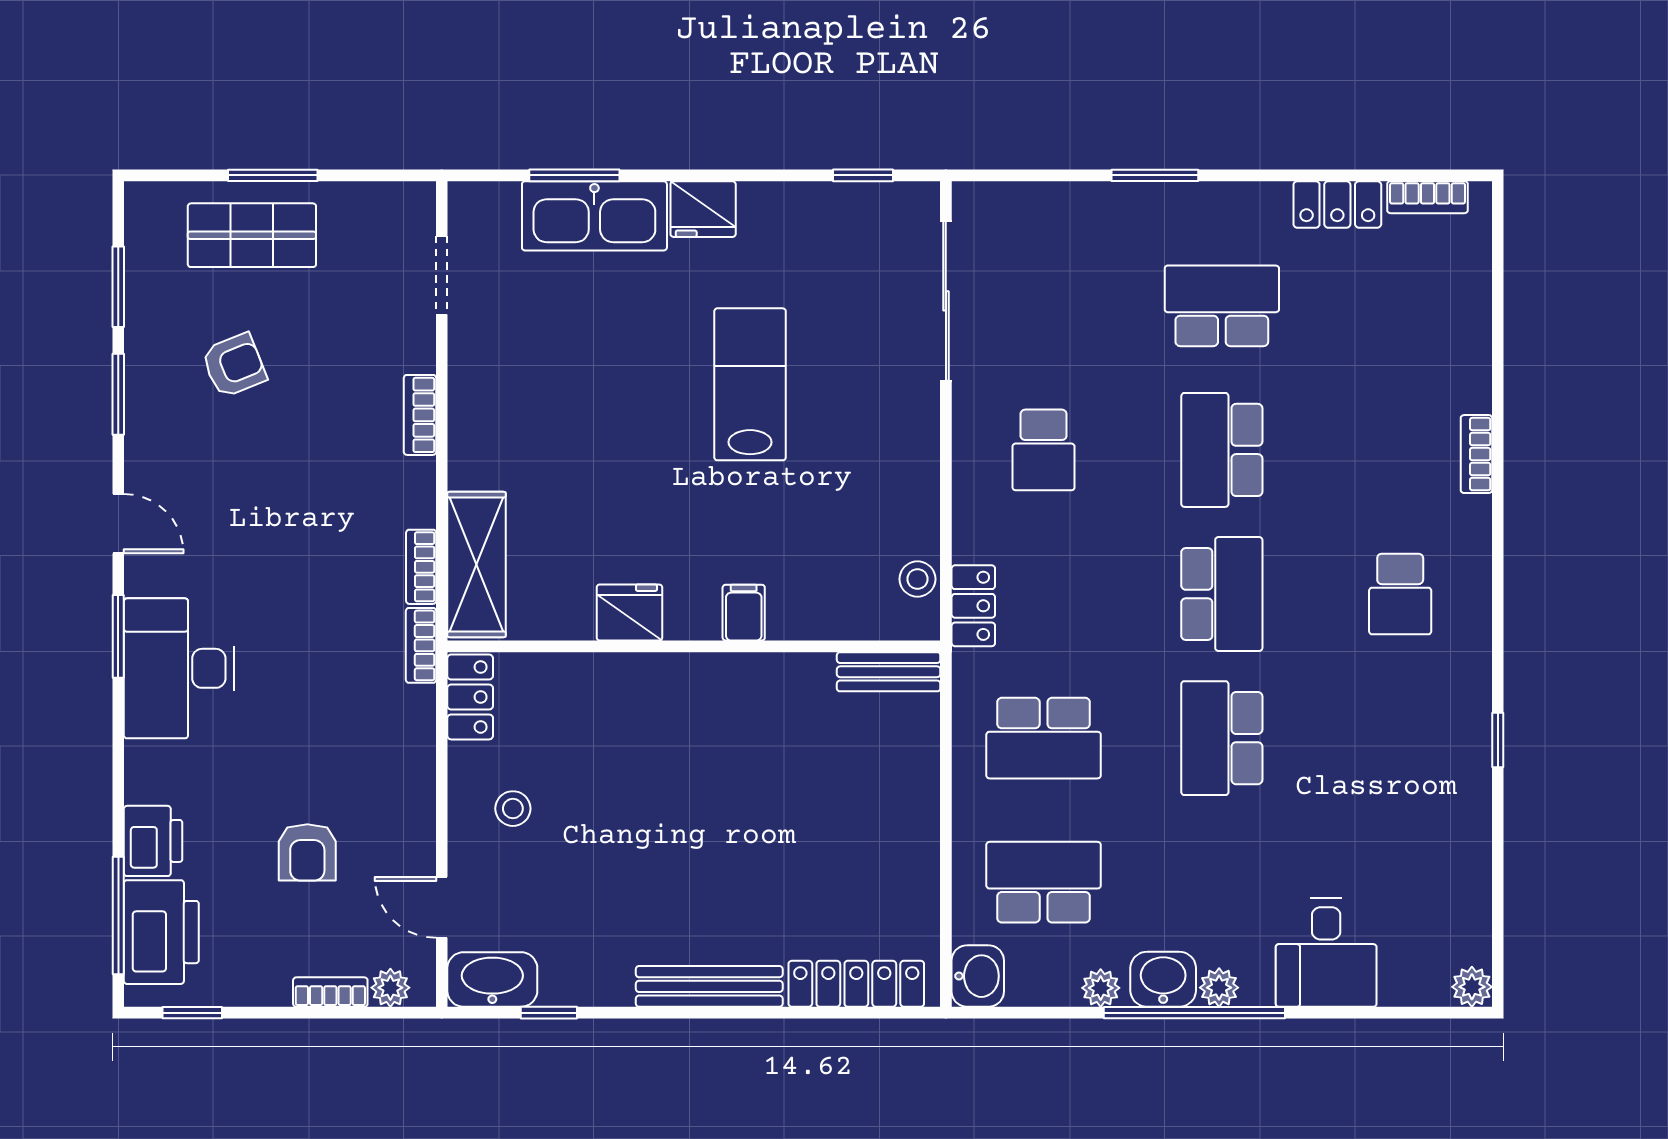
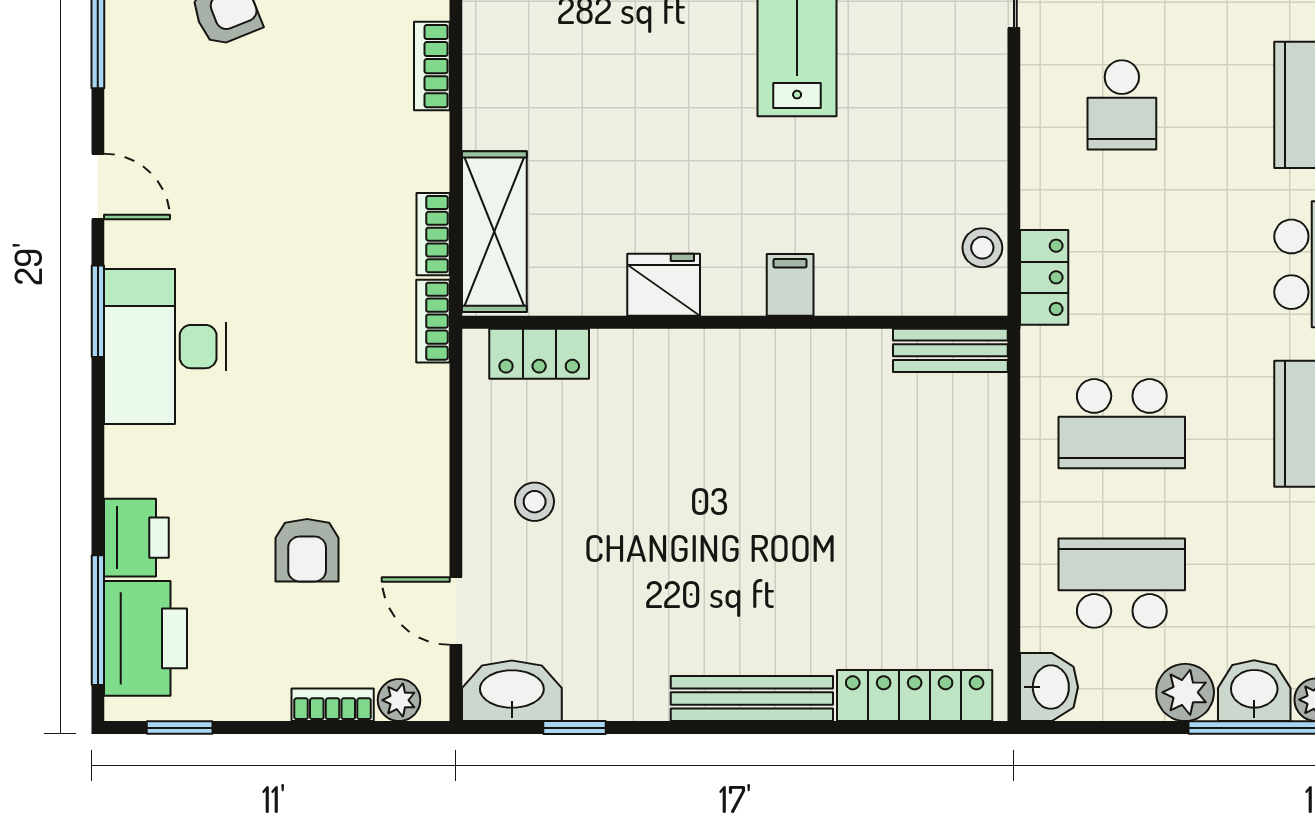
locker: (470, 697) -> (539, 354), moved, turned 90
plant: (1101, 988) -> (1185, 692), width x1.38, depth x1.38

